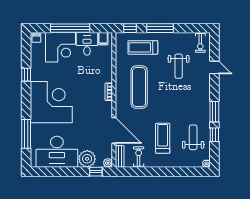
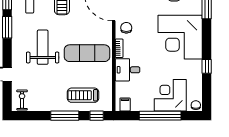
desk: (87, 44) -> (128, 70), moved, turned 90
treadmill: (143, 47) -> (83, 95), turned 180
weight bench: (179, 66) -> (43, 47), moved, width x1.36, depth x1.33
exercise mat: (139, 87) -> (87, 53), turned 90
chair: (102, 111) -> (126, 28), added

